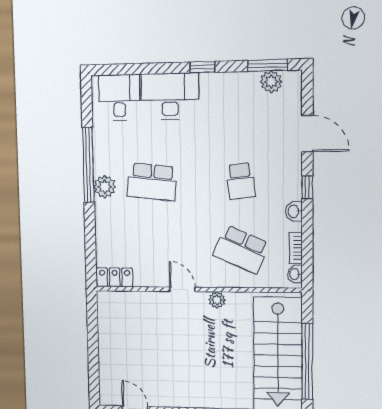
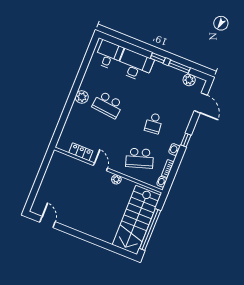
window: (268, 65) -> (179, 67), moved
door: (307, 134) -> (201, 103), moved
window: (88, 165) -> (78, 82), removed
school desk: (241, 249) -> (140, 158), turned -42
locker: (115, 277) -> (81, 152), moved

